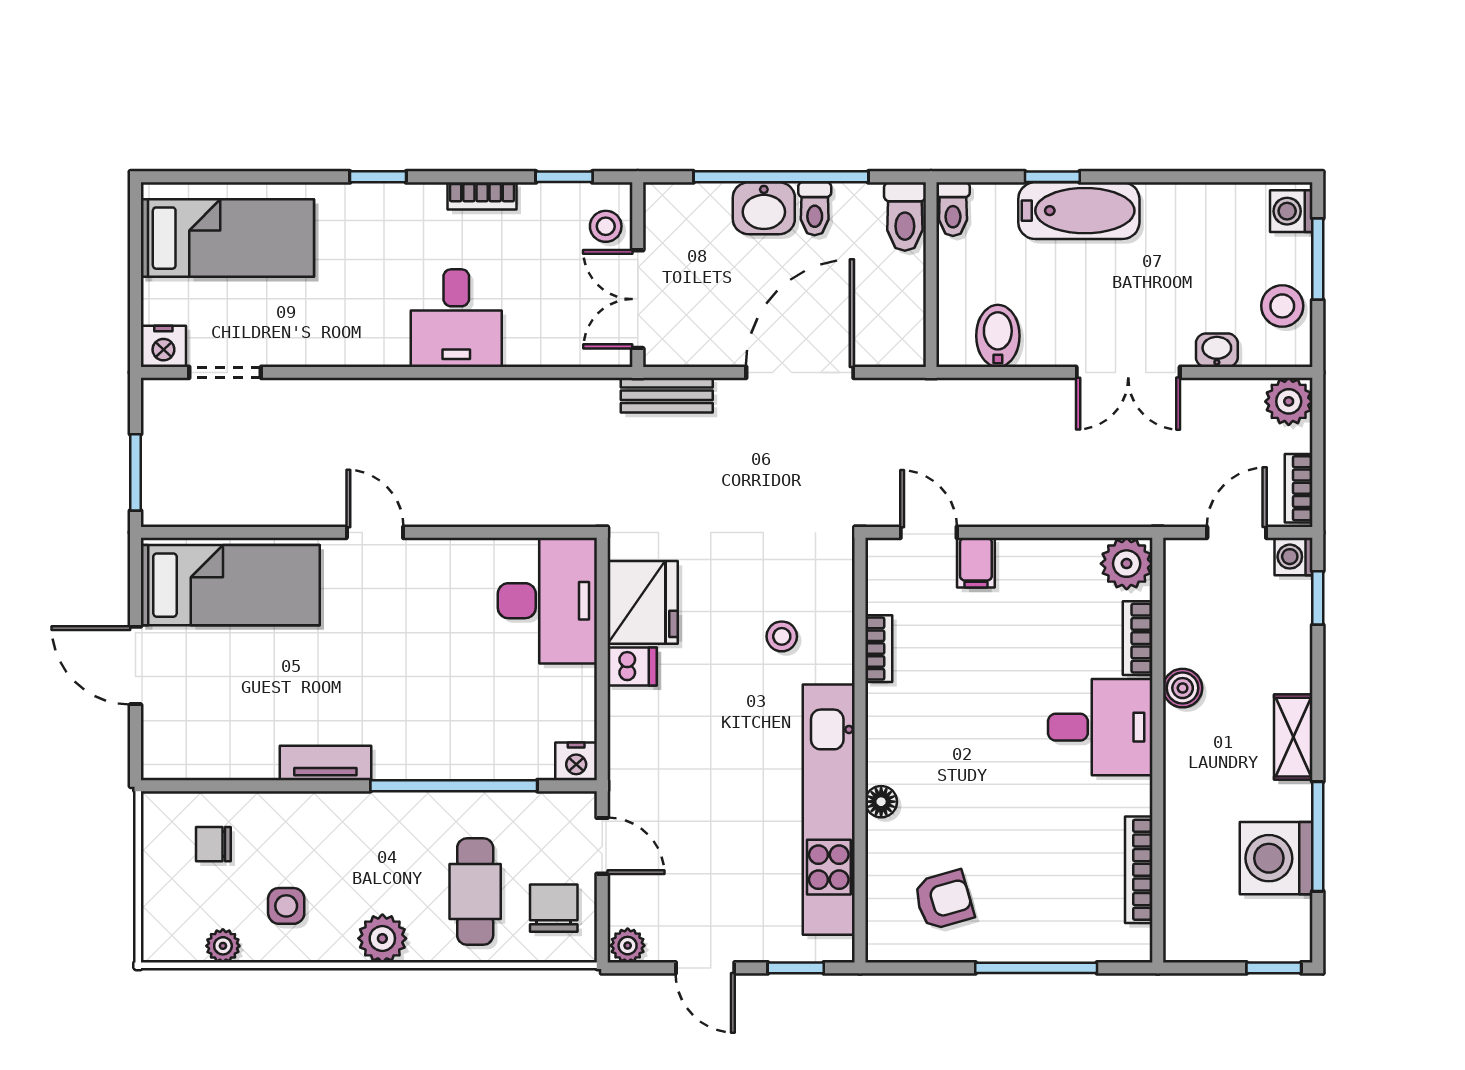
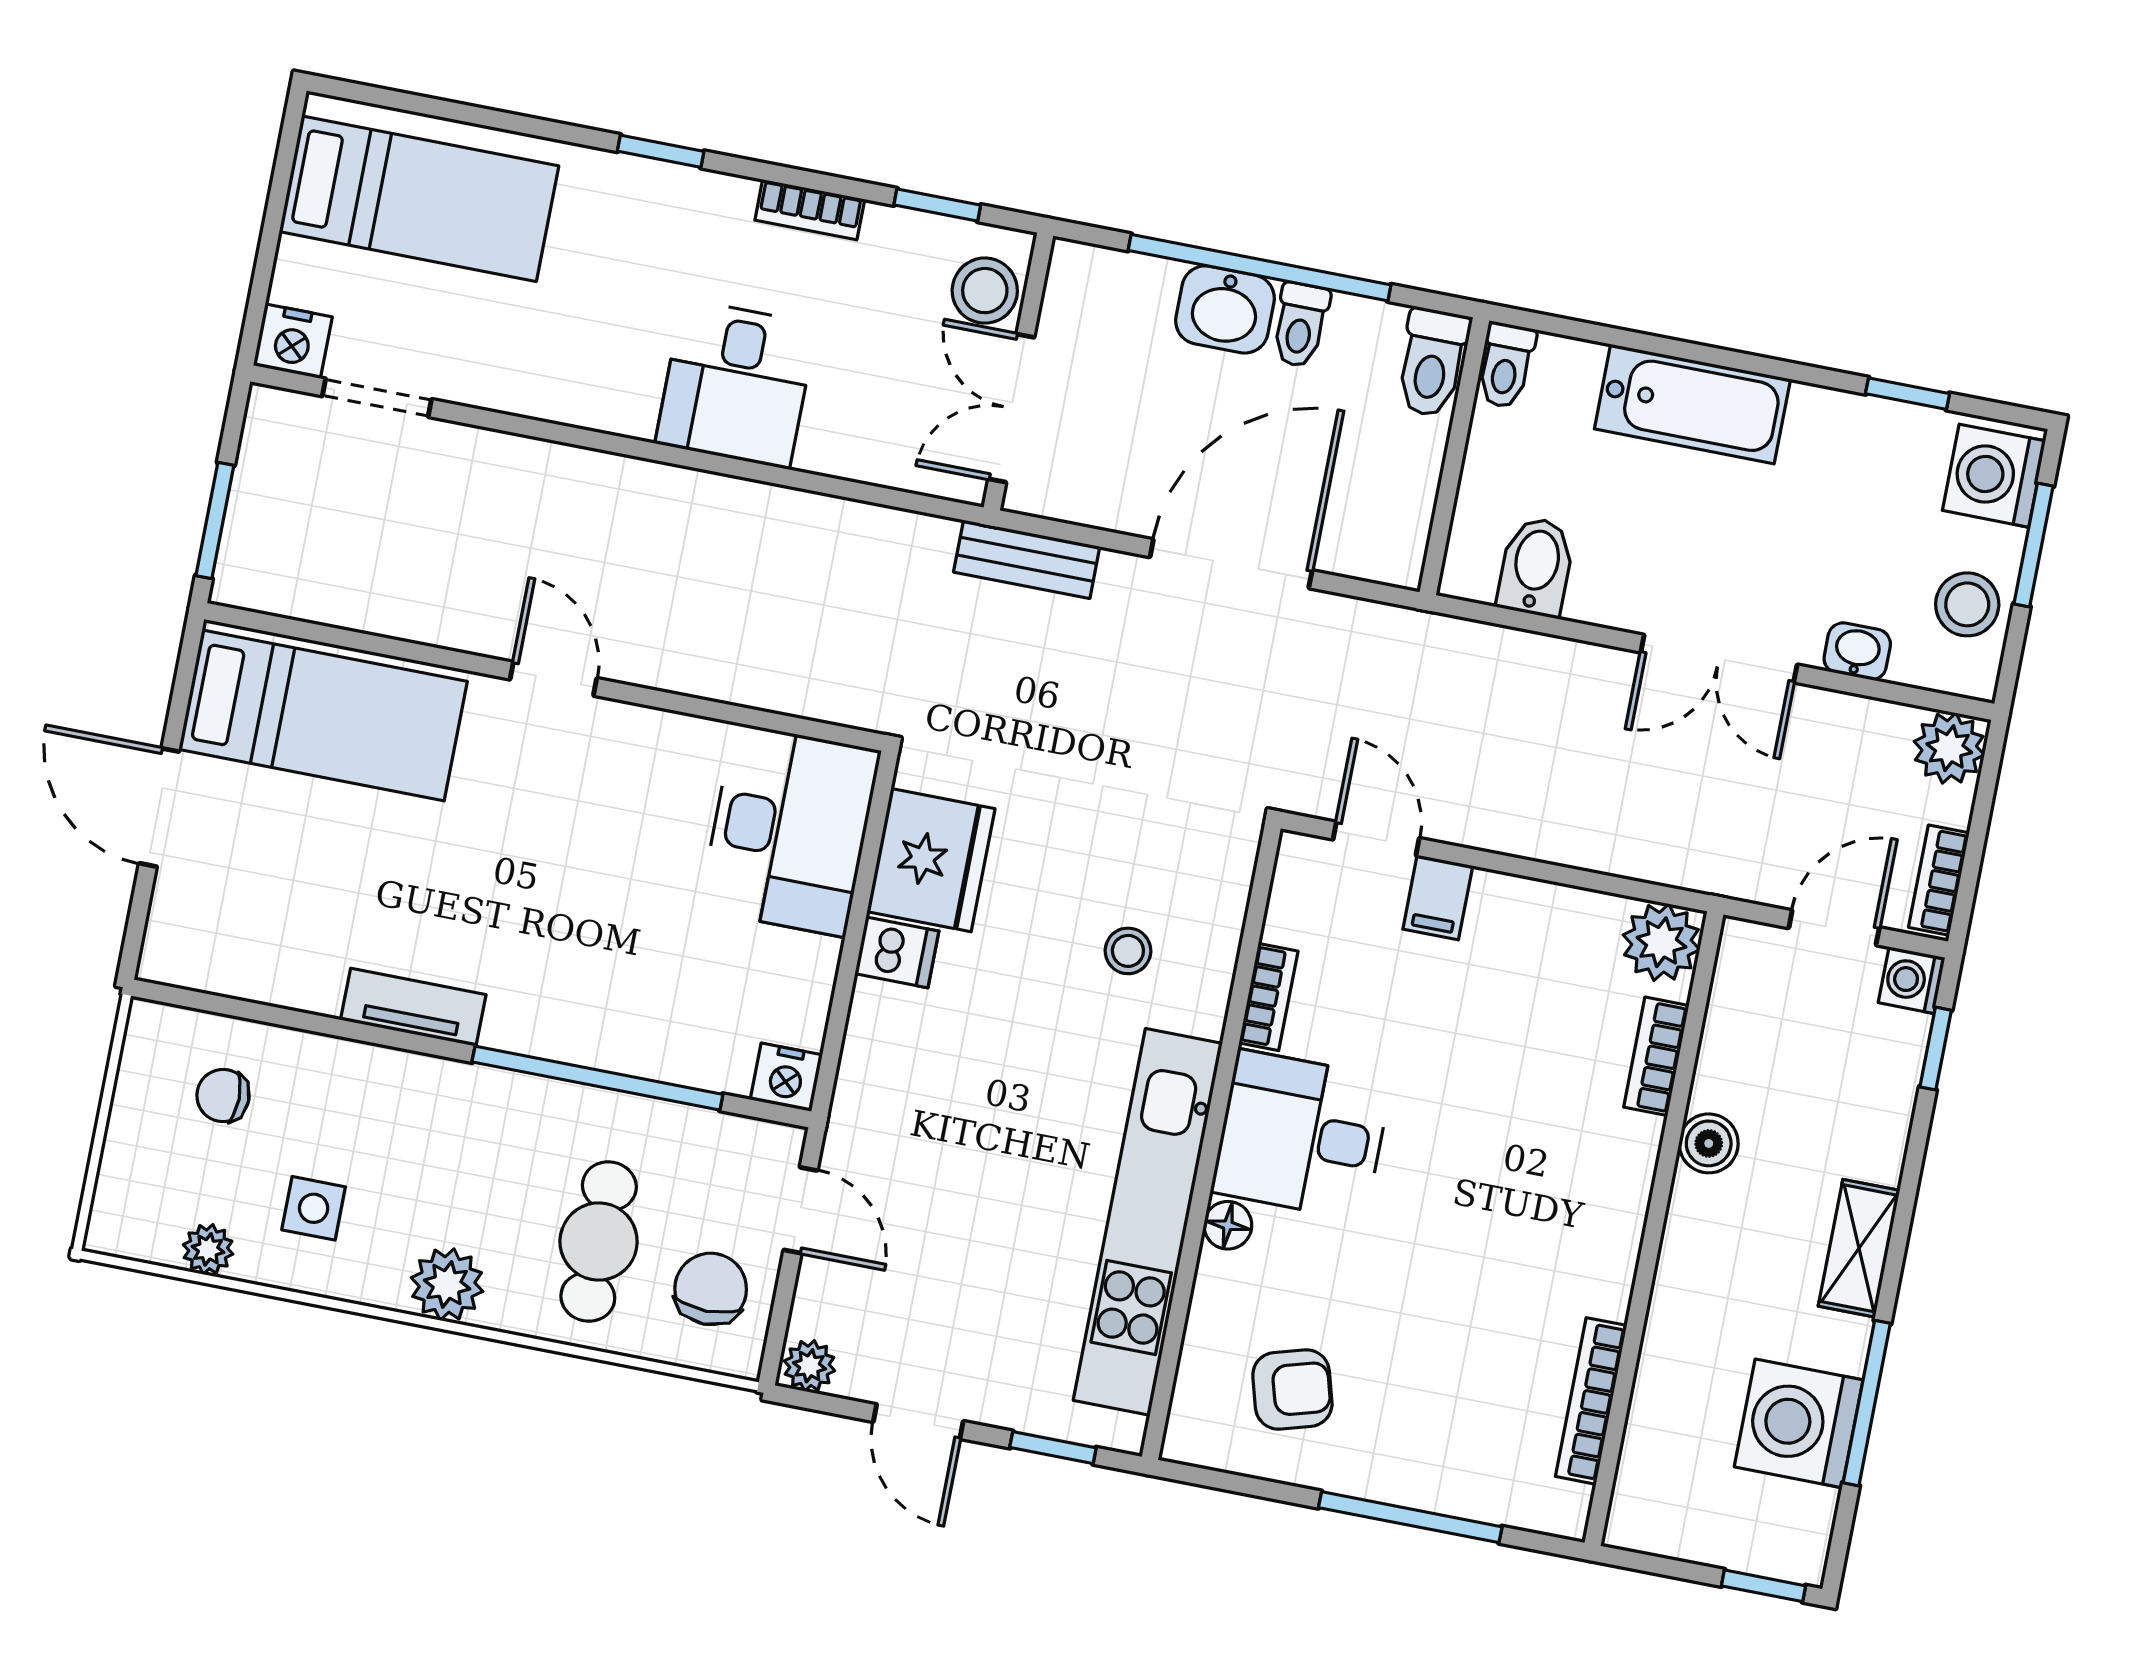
window: (1052, 177) -> (1908, 394), moved
washing machine: (1291, 211) -> (1994, 476), width x1.38, depth x1.38
stool: (606, 226) -> (985, 291), width x1.37, depth x1.37
desk: (1100, 727) -> (1301, 1135), moved, turned 180

